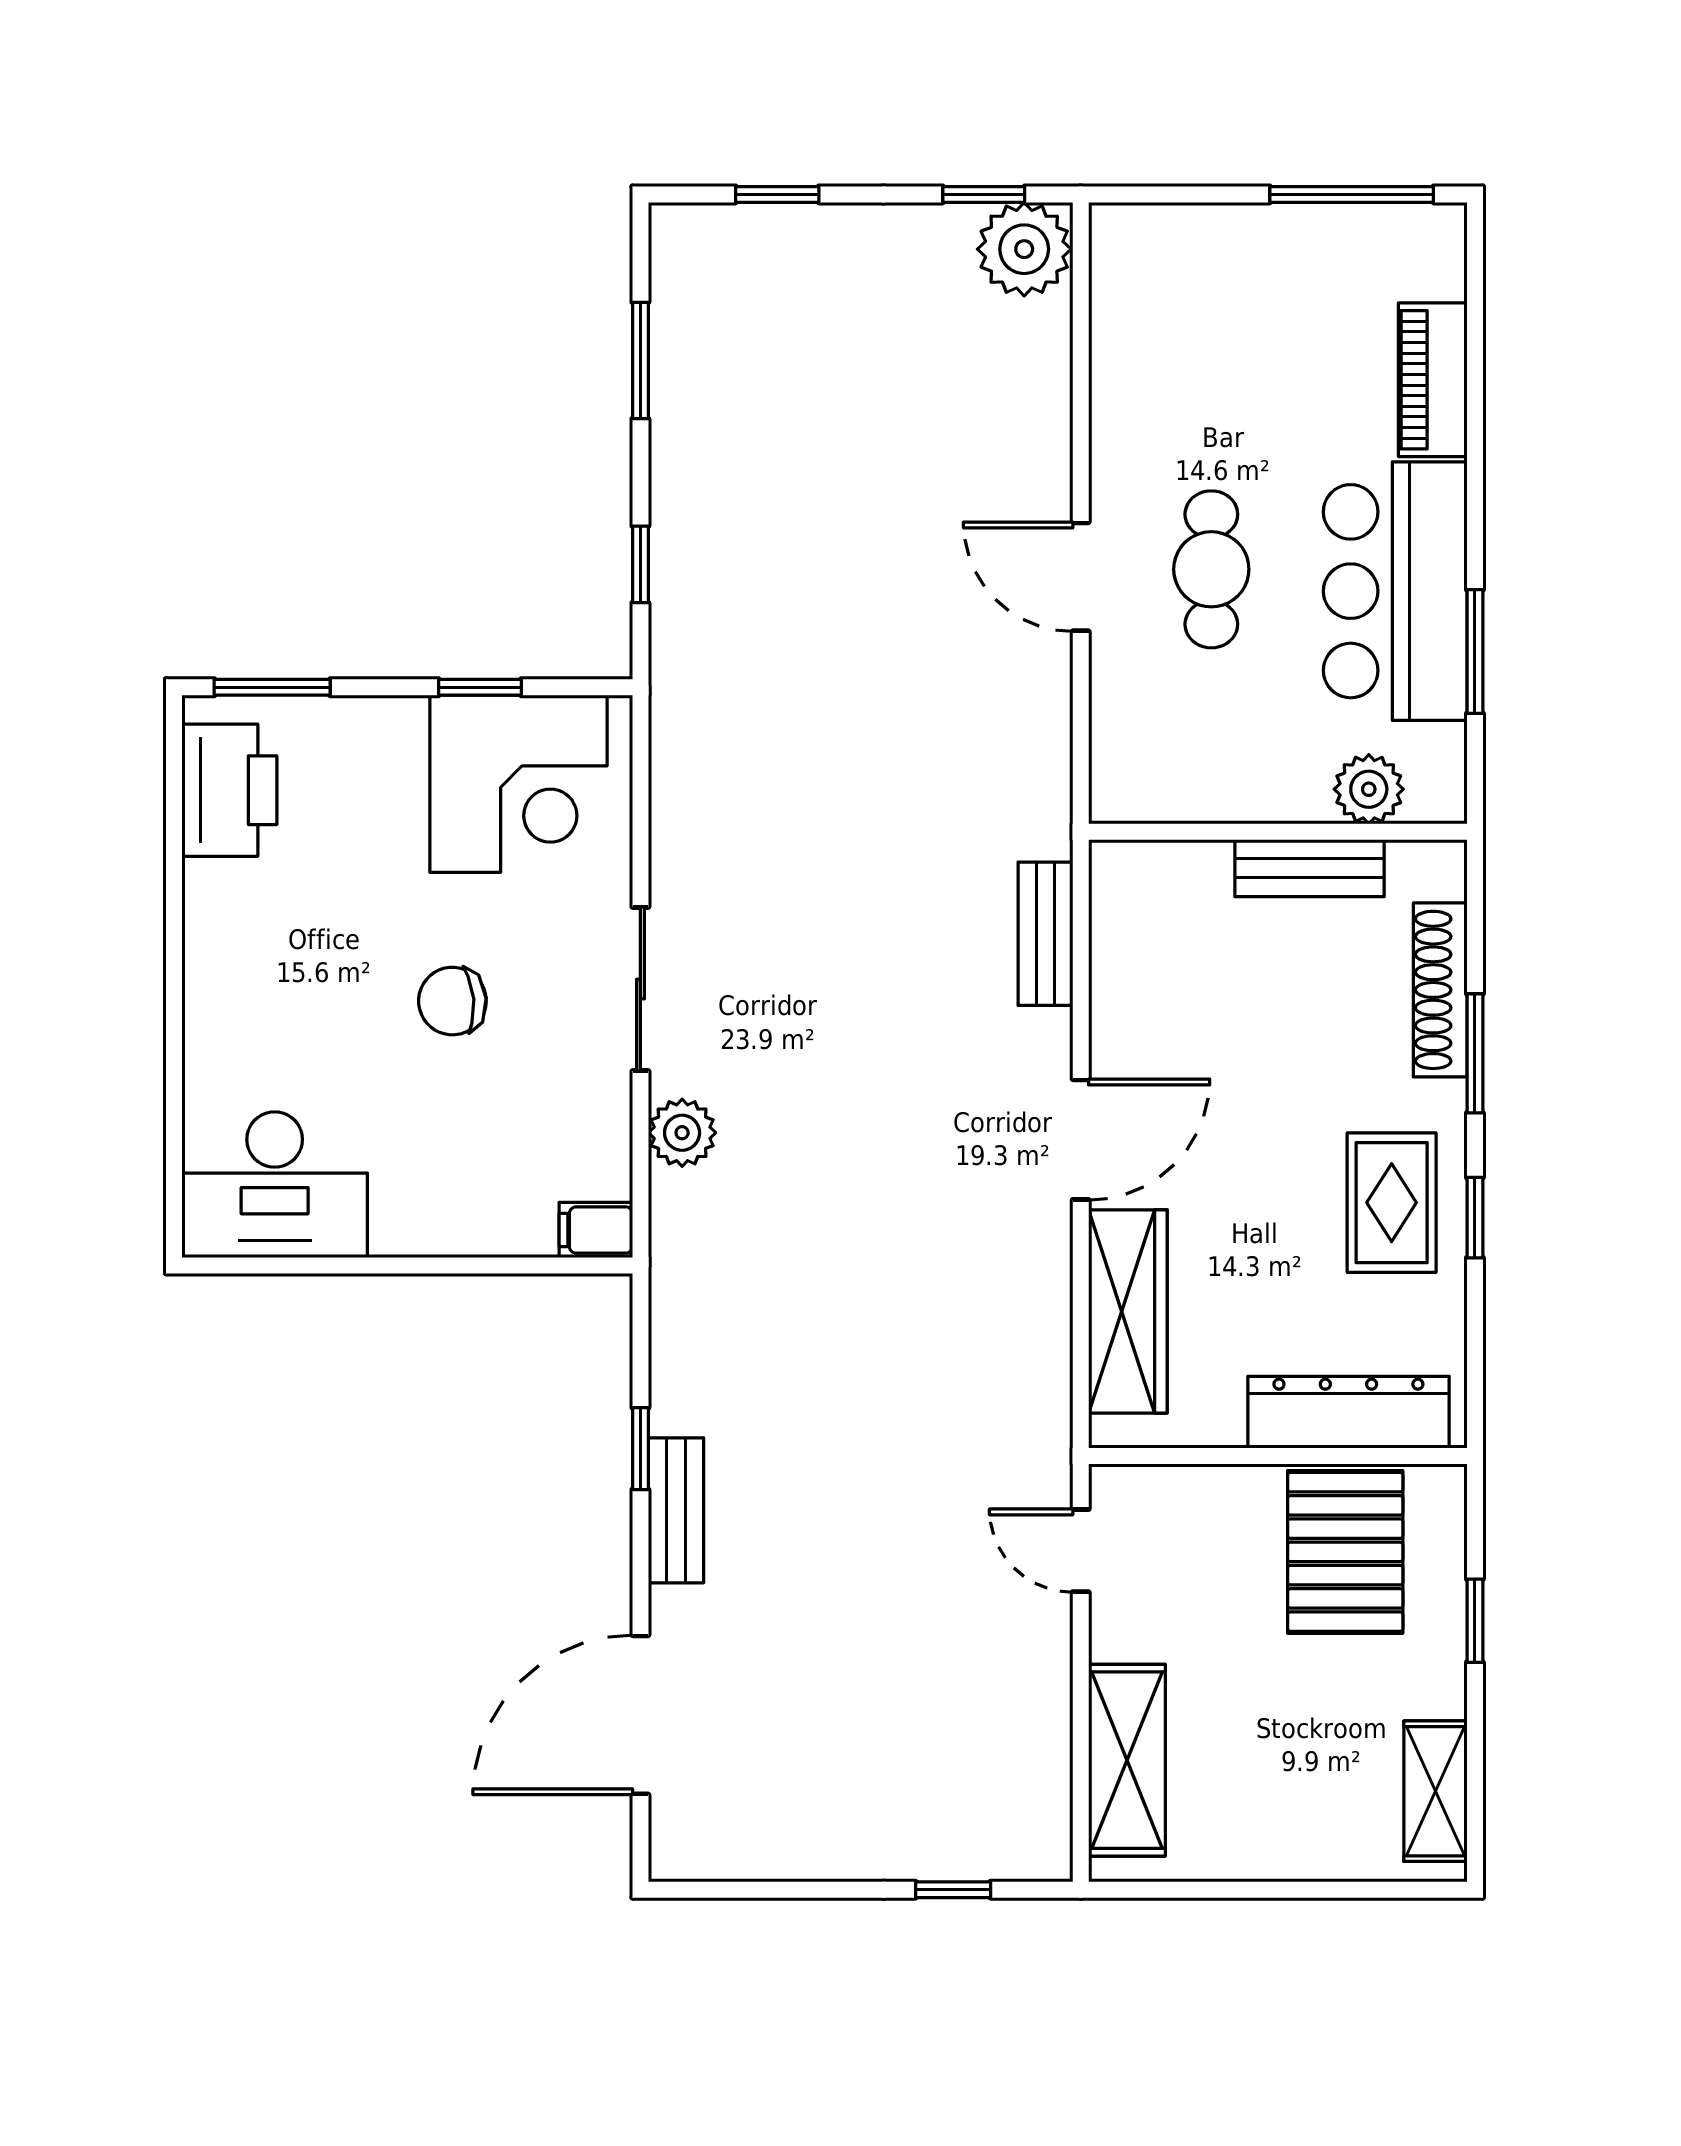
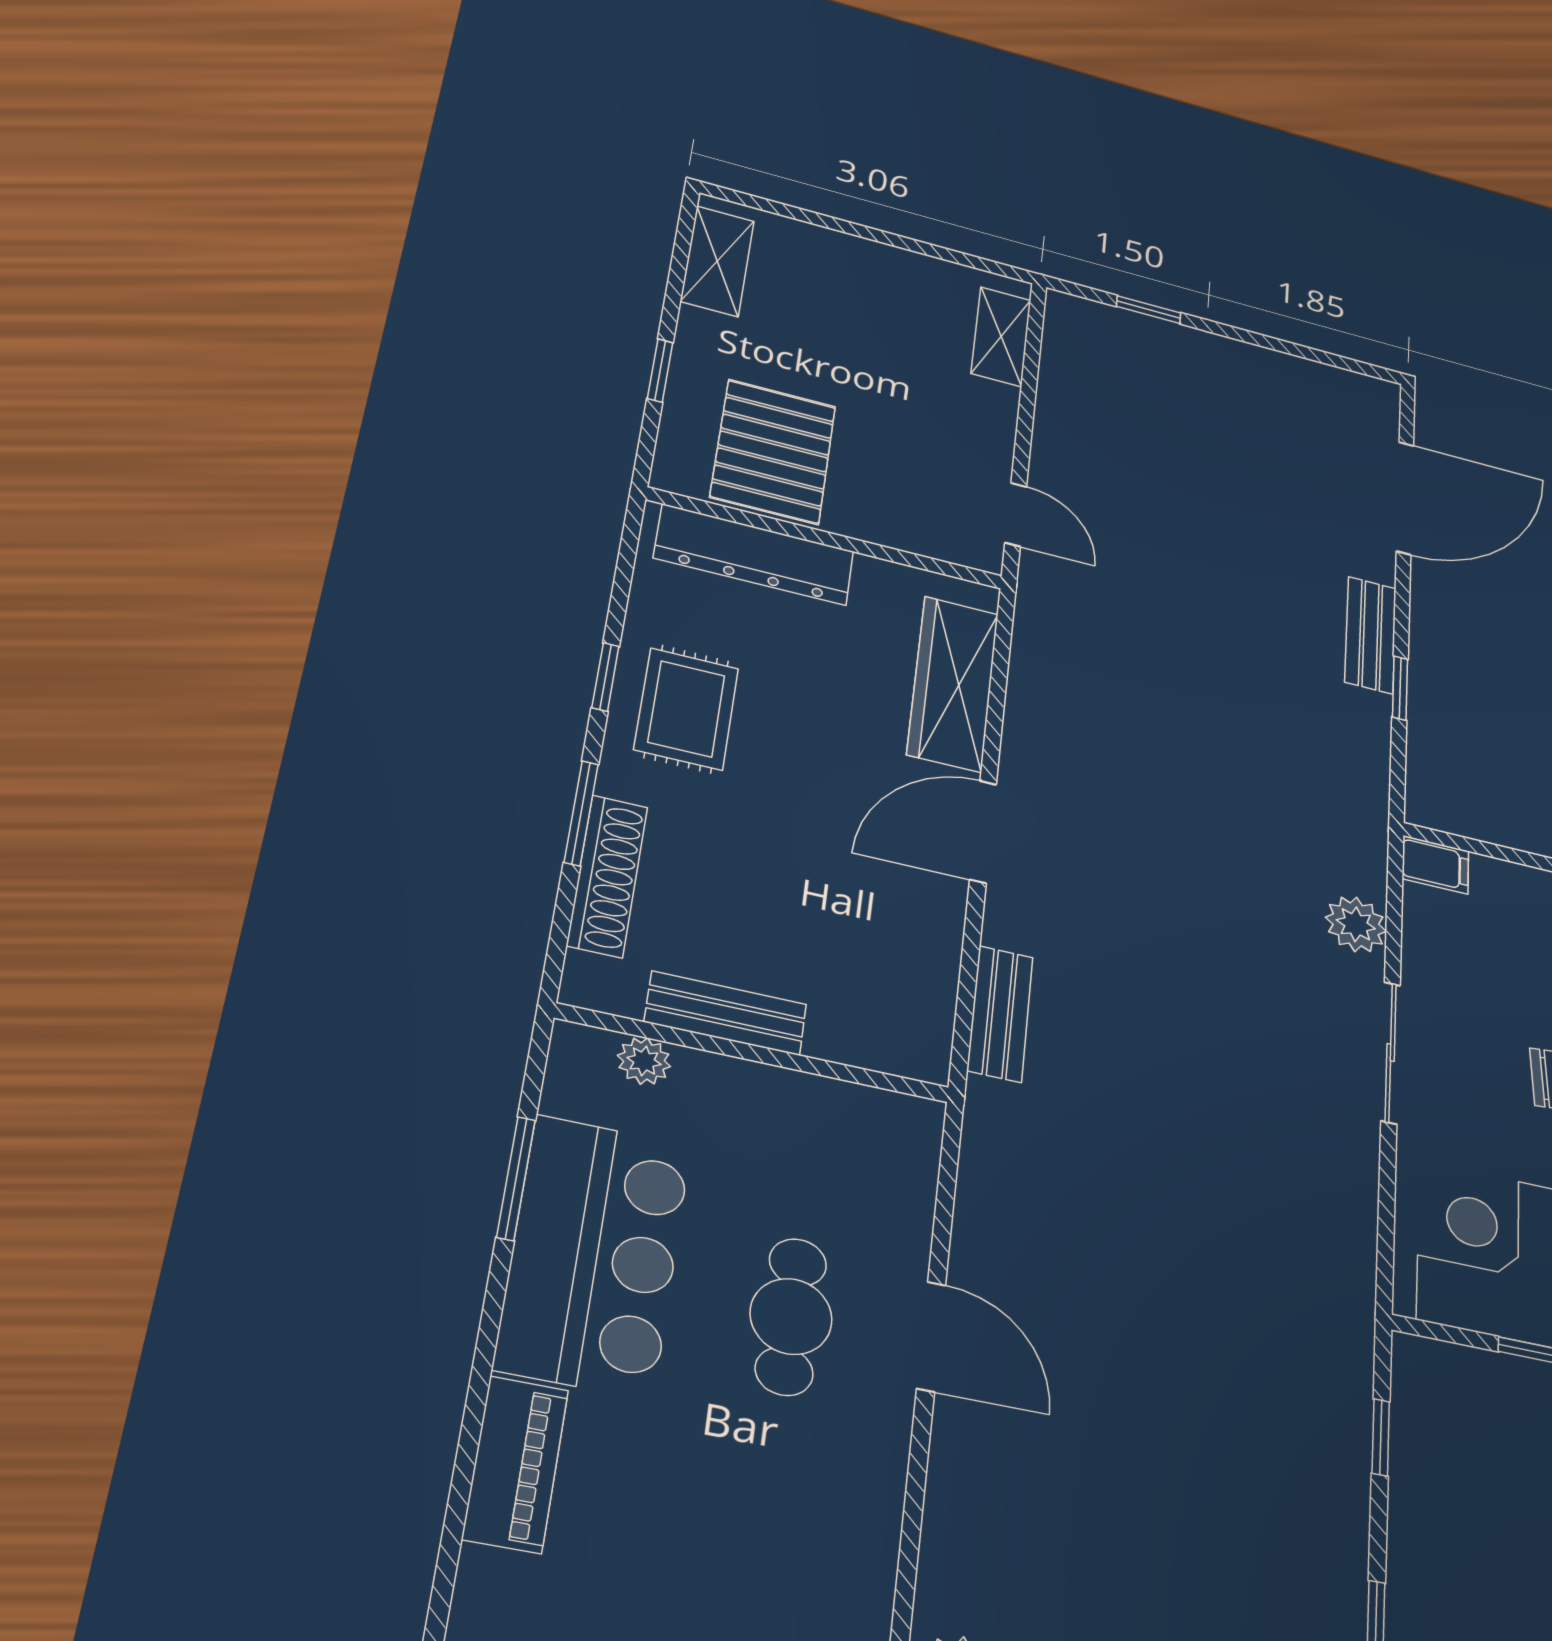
plant: (1369, 789) -> (644, 1061), width x0.73, depth x0.73
shelving: (1127, 1760) -> (1001, 337), width x0.67, depth x0.75

